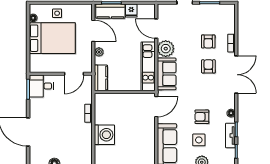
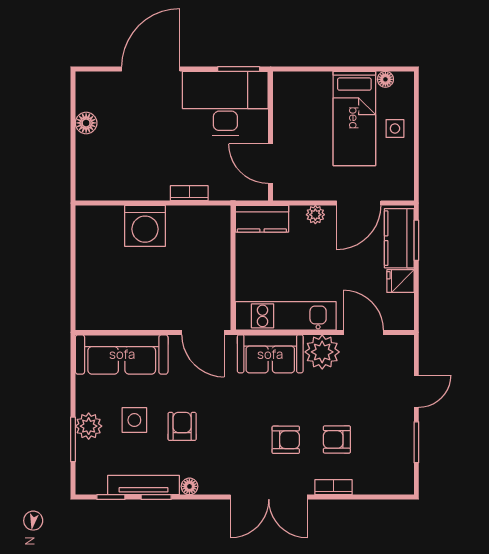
door: (156, 29) -> (363, 332), hinge flipped
bed: (52, 38) -> (354, 118), width x0.67
desk: (41, 86) -> (225, 103), width x1.87, depth x1.30
tv unit: (230, 136) -> (143, 485), width x1.41

